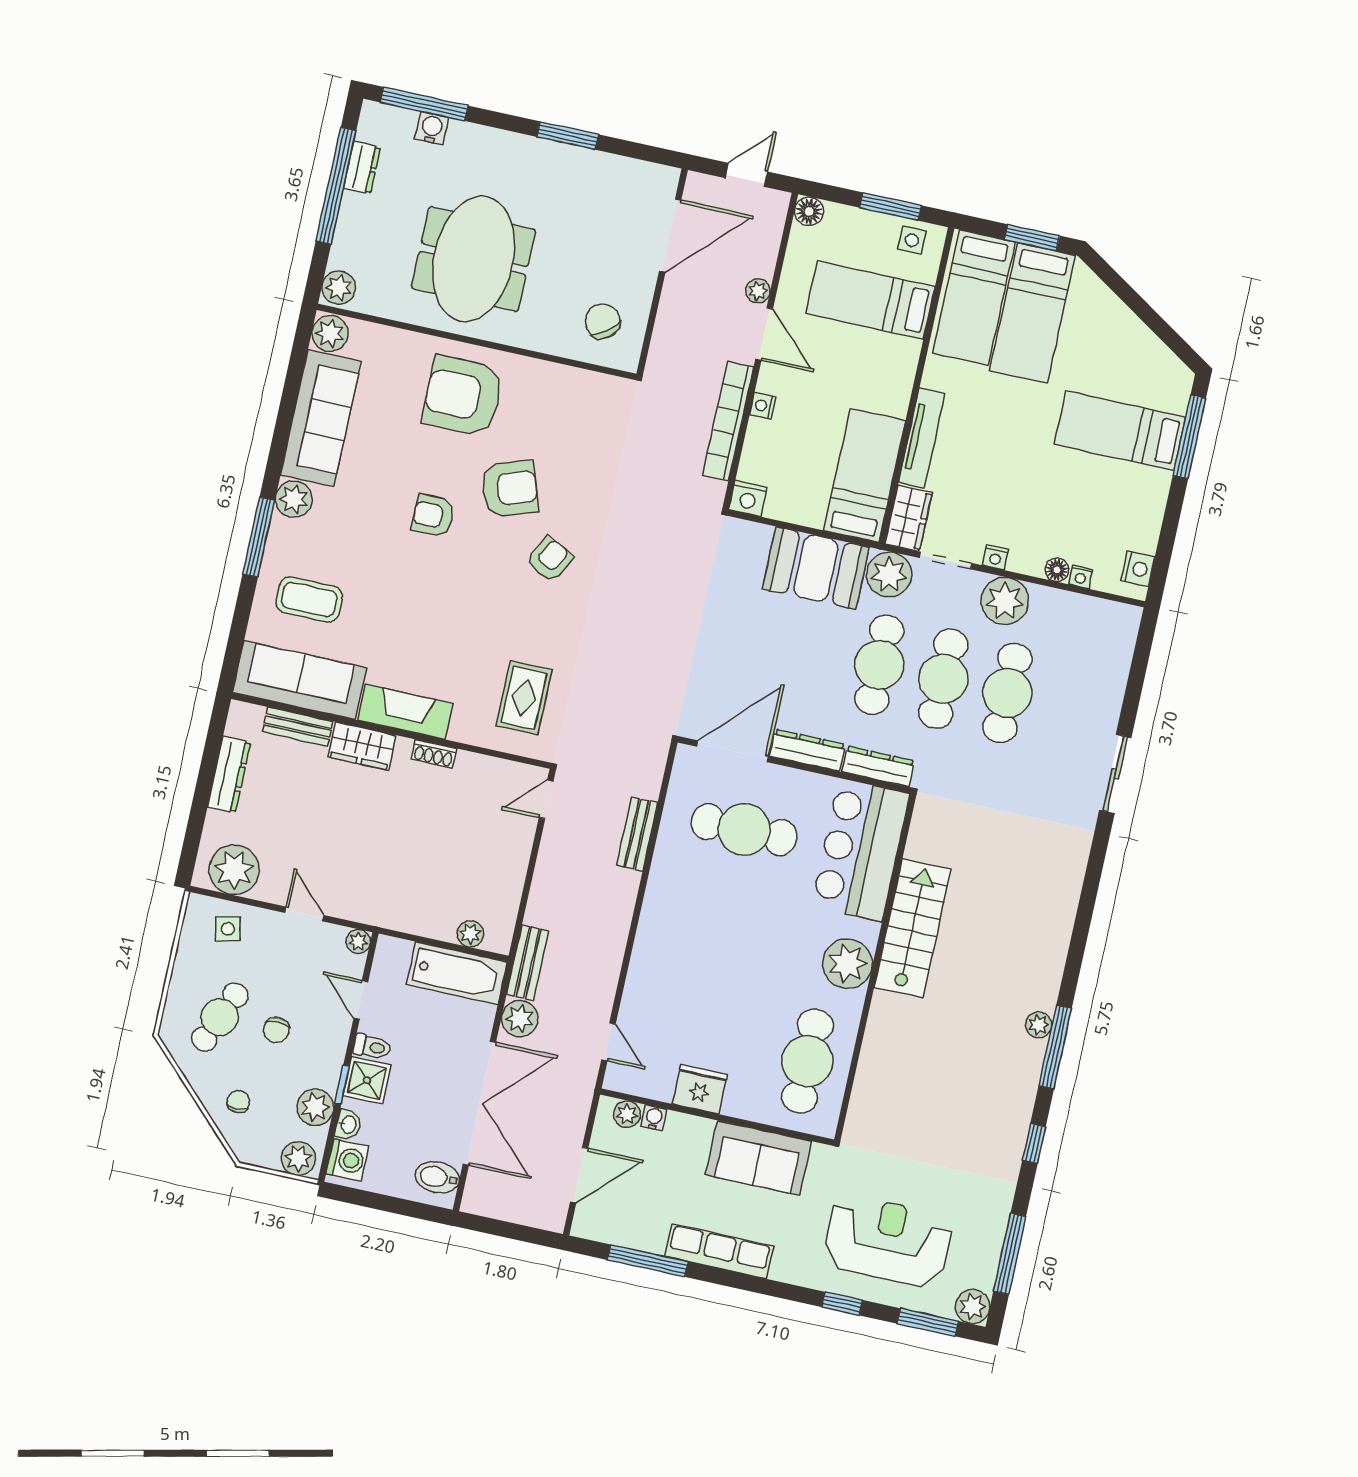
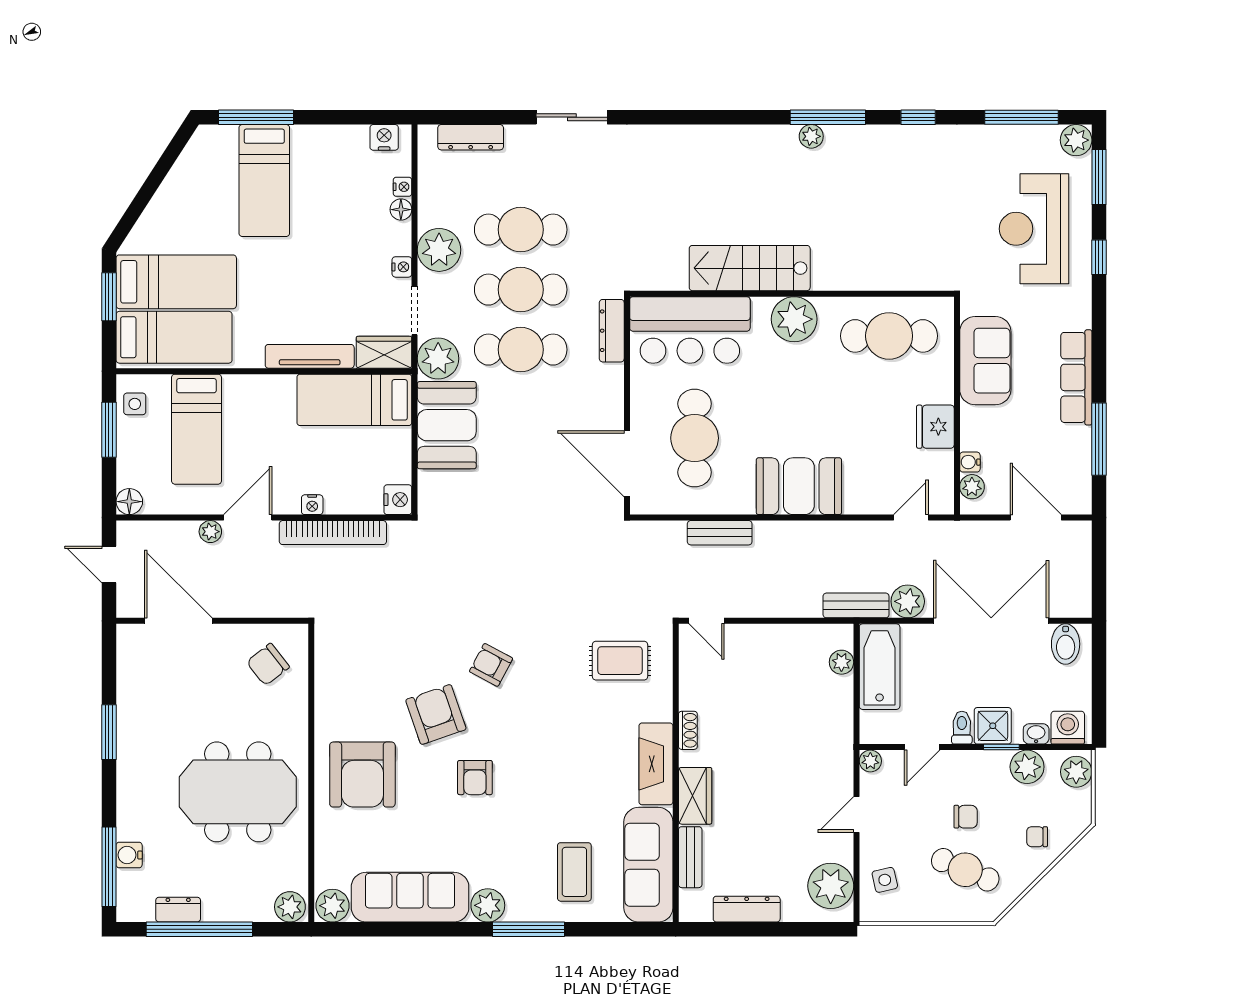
dresser: (807, 750) -> (471, 137), moved, turned -90
booth: (668, 930) -> (799, 486), added

